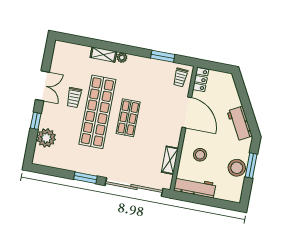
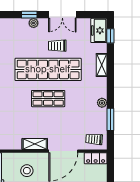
window: (74, 39) -> (110, 36), added
freezer: (66, 50) -> (99, 30), added
plant: (122, 58) -> (102, 103), moved
plant: (46, 138) -> (34, 23), moved, width x0.53, depth x0.53
shelving: (170, 160) -> (35, 144), moved

